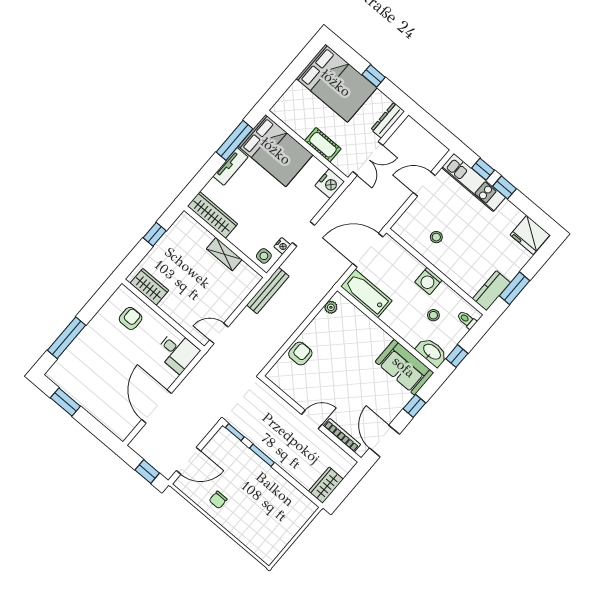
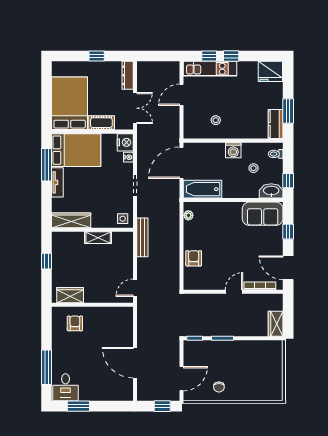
bed: (336, 83) -> (70, 103), moved, turned -90
nightstand: (282, 246) -> (128, 157), moved
desk: (177, 352) -> (66, 387), moved, turned 90

